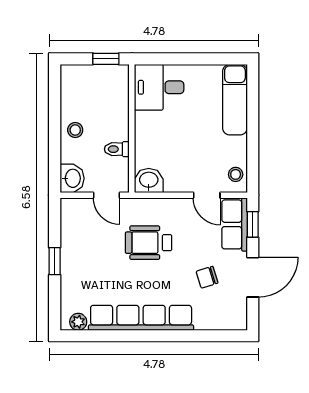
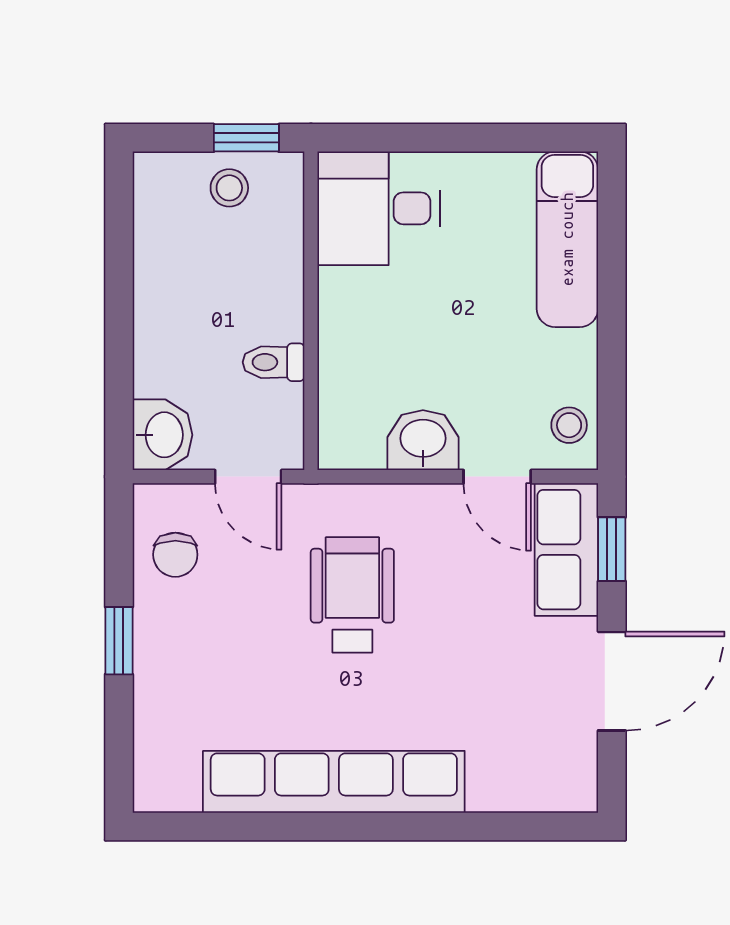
stool: (75, 130) -> (229, 188), moved
washbasin: (149, 180) -> (423, 440), moved
wheelchair: (148, 243) -> (352, 595), turned 90
chair: (207, 277) -> (175, 555), moved, turned -73
plant: (78, 322) -> (178, 792), removed

